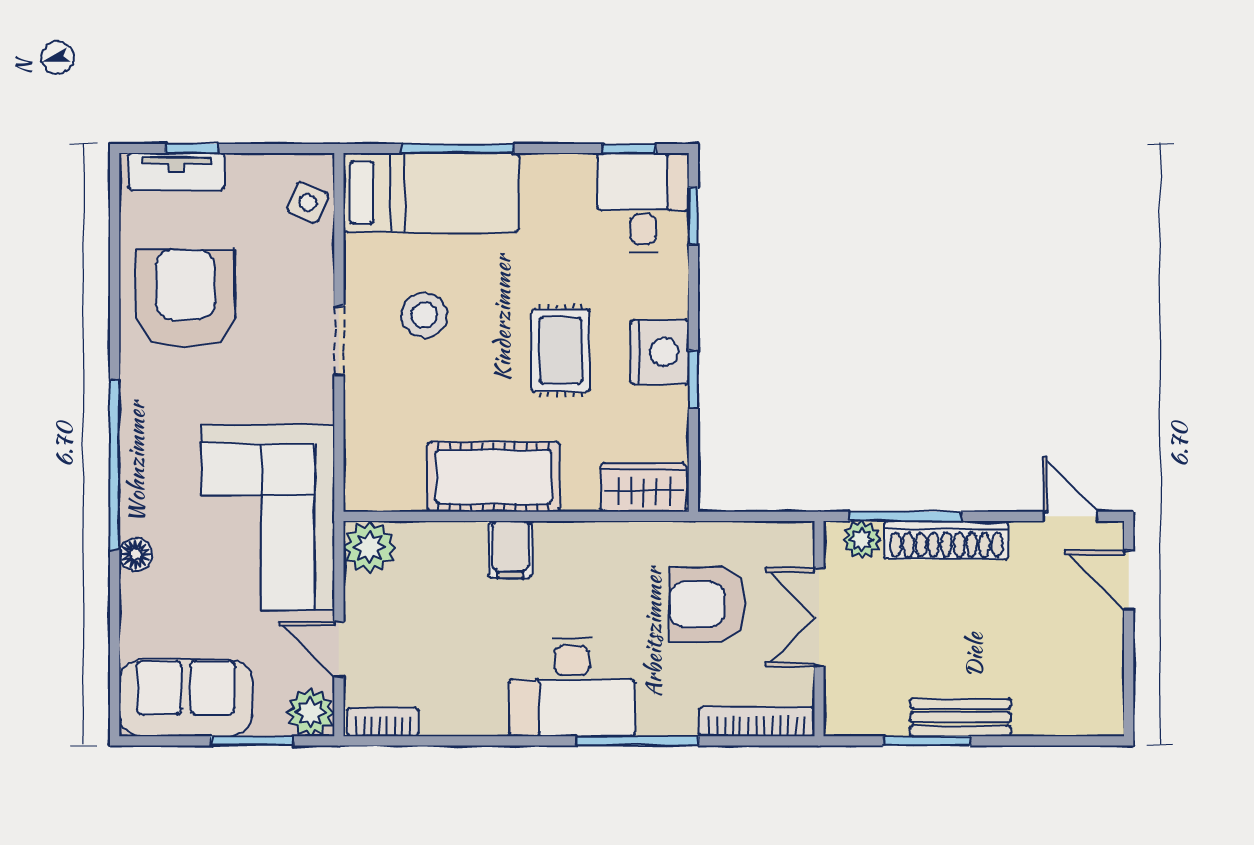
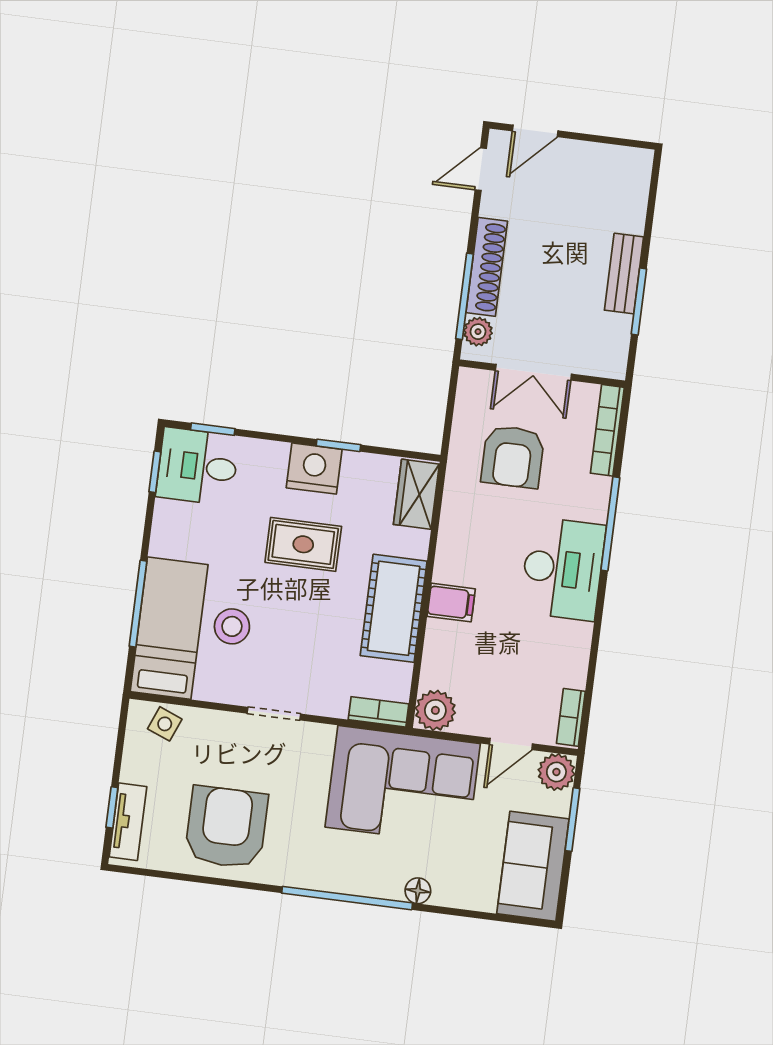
armchair: (185, 298) -> (226, 827), turned 90
stool: (424, 315) -> (232, 626), moved
bookcase: (358, 474) -> (378, 712), added

